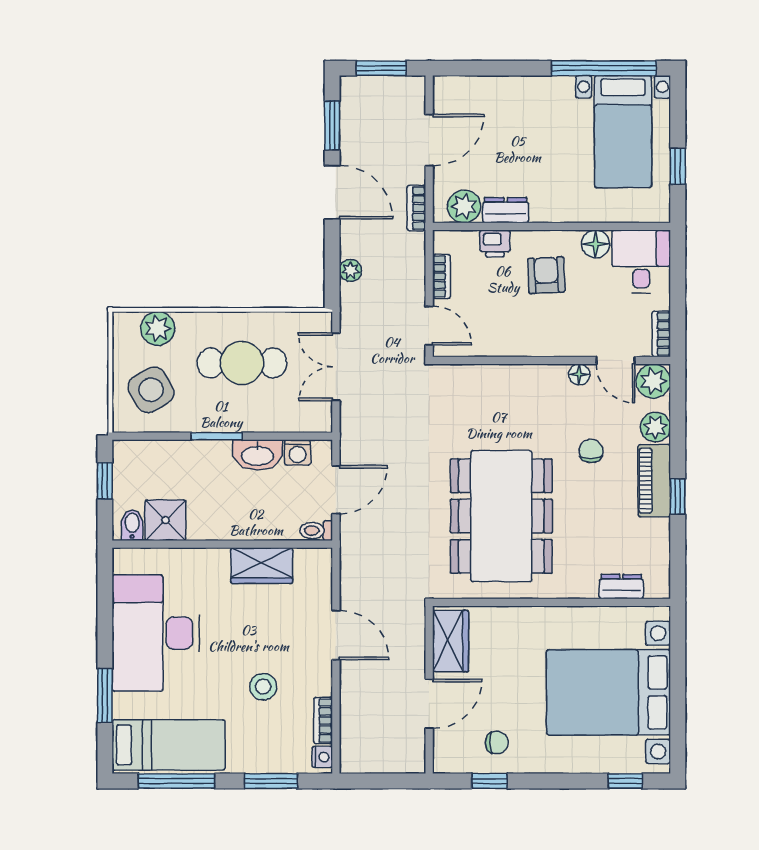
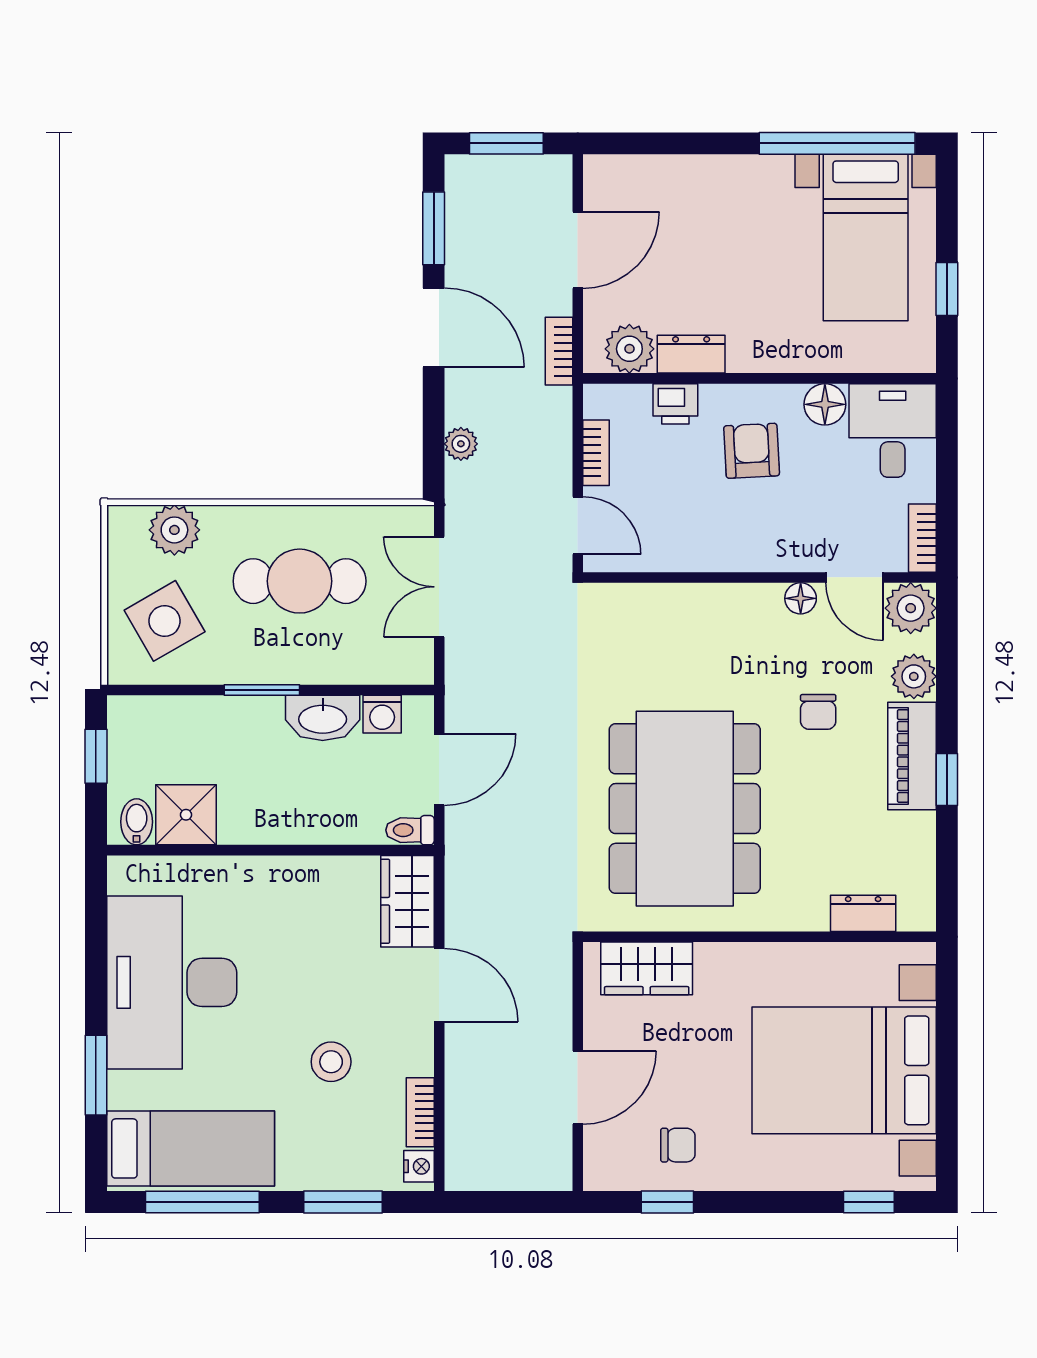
chair: (591, 451) -> (818, 712), turned 180
wardrobe: (262, 565) -> (407, 901), moved, turned 90
wardrobe: (451, 641) -> (647, 968), moved, turned 90

